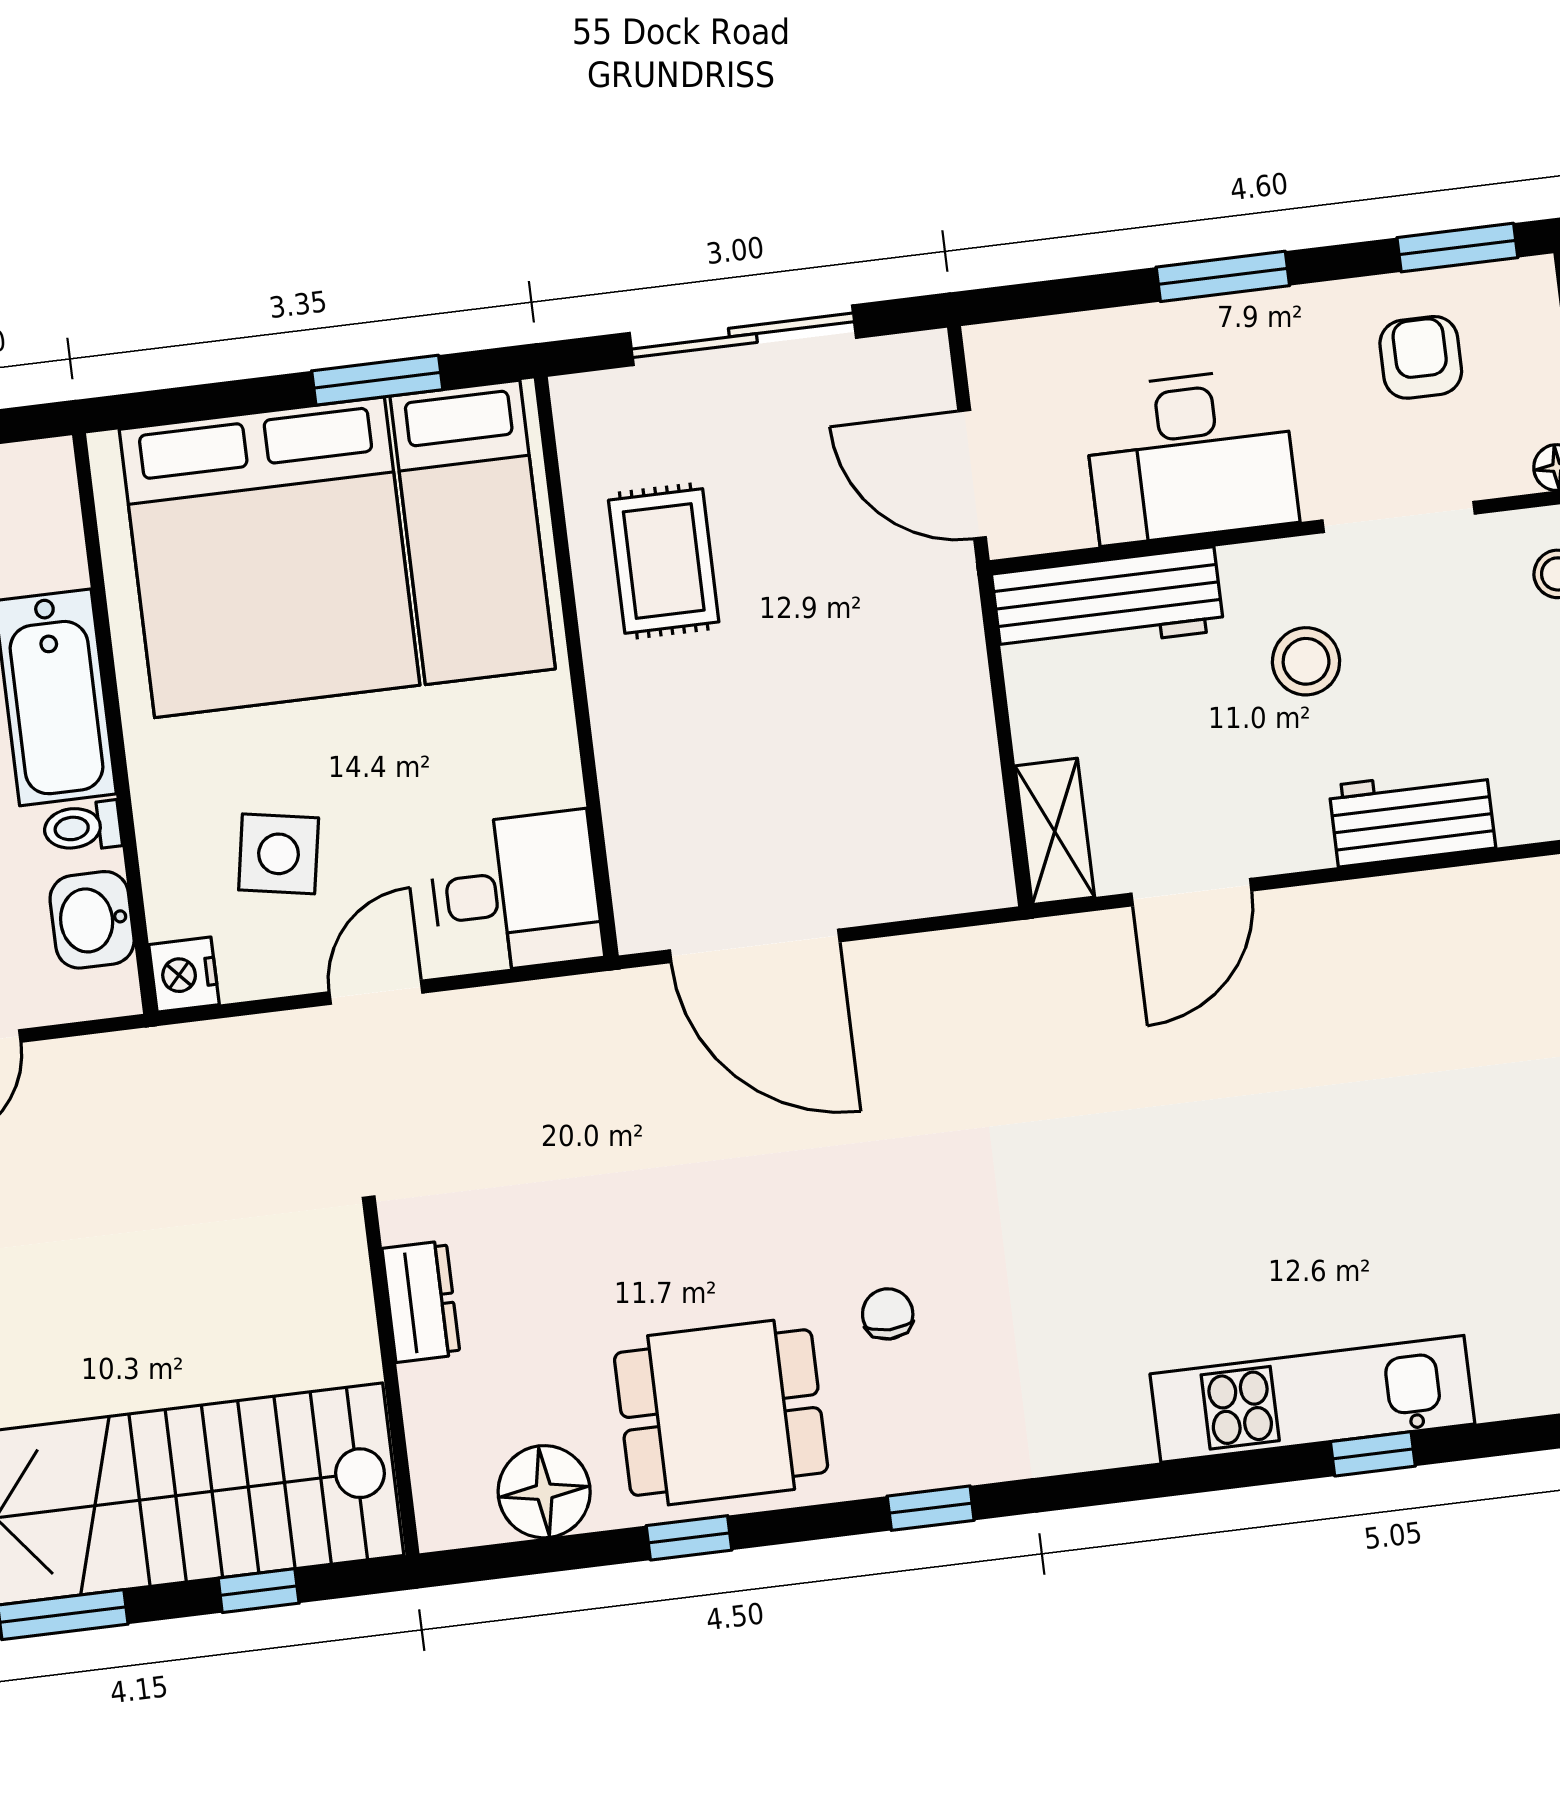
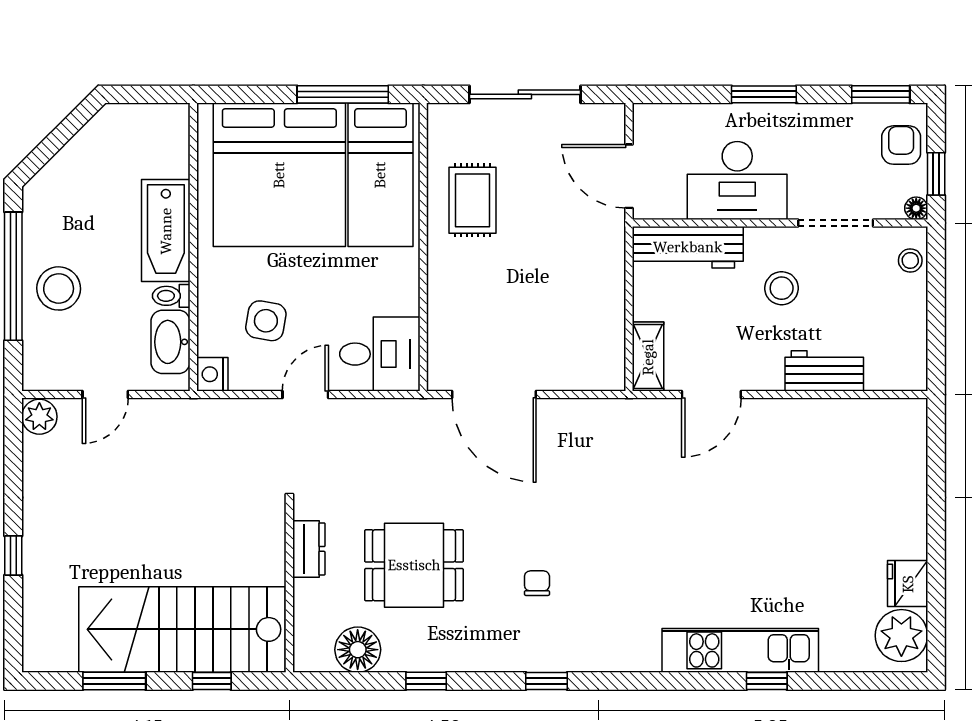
armchair: (1421, 357) -> (901, 145), moved
window: (377, 380) -> (343, 94), width x1.44
washbasin: (92, 920) -> (170, 342), width x1.38
dining table: (721, 1413) -> (414, 565), moved

